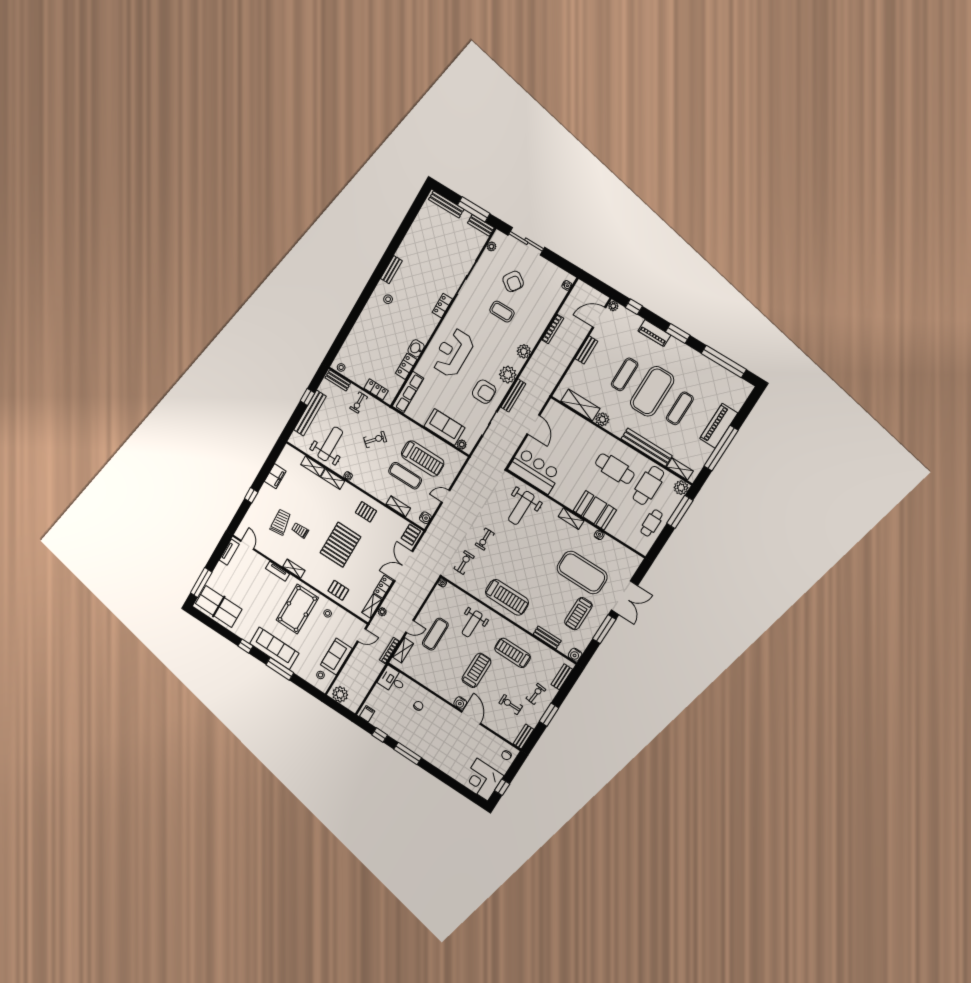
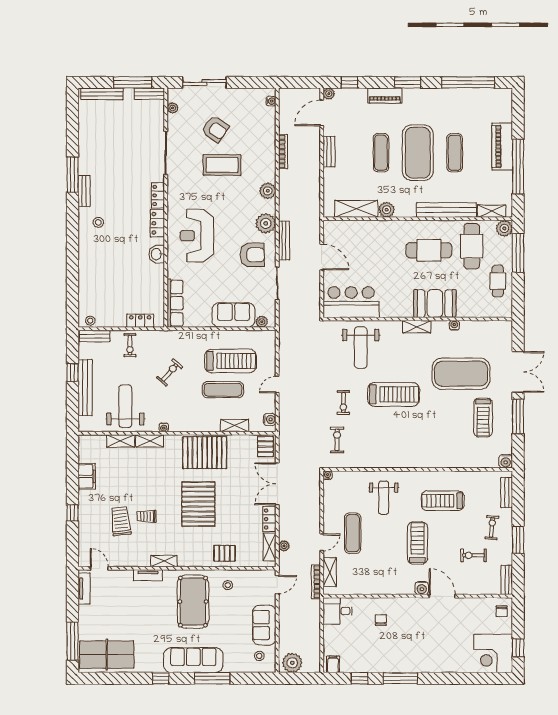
window: (390, 252) -> (73, 175), added
coffee table: (502, 312) -> (222, 165), width x1.36, depth x1.32
locker: (406, 366) -> (157, 223), moved
pallet: (366, 512) -> (205, 453), width x2.05, depth x2.00
treadmill: (507, 597) -> (394, 394), moved
bench: (547, 637) -> (467, 462), removed

